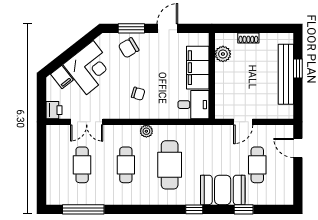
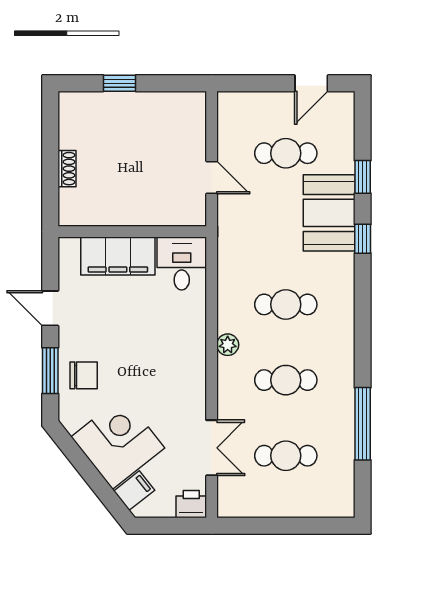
chair: (129, 48) -> (84, 375), turned -59
plant: (223, 54) -> (94, 213), removed
bench: (286, 74) -> (129, 104), removed
chair: (138, 94) -> (163, 359), removed
door: (298, 148) -> (311, 83), moved
cafe table: (170, 165) -> (286, 304), width x0.73, depth x0.74
window: (83, 209) -> (363, 424), moved
window: (194, 209) -> (363, 239), moved

